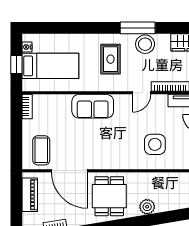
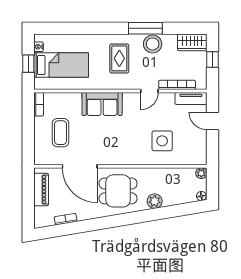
coffee table: (41, 150) -> (60, 133), moved
dining table: (109, 196) -> (118, 191), turned 90

